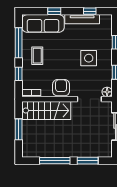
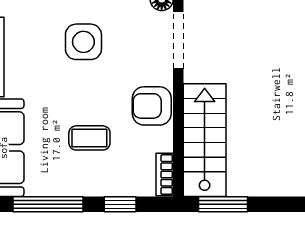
coffee table: (37, 56) -> (89, 138), moved
window: (19, 129) -> (223, 204), moved

